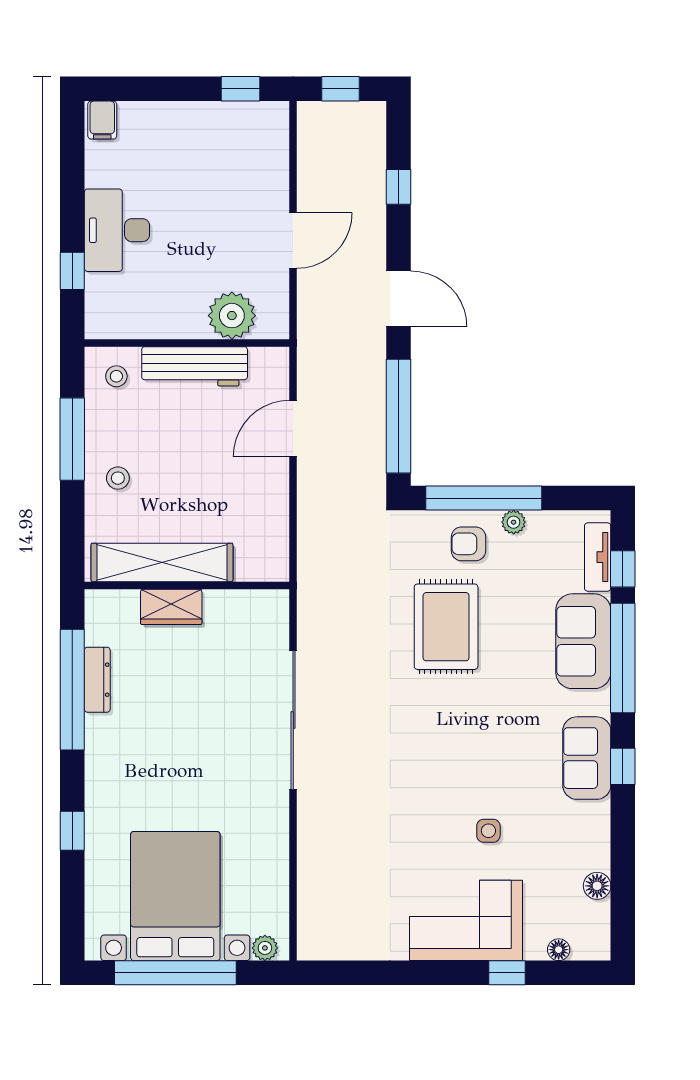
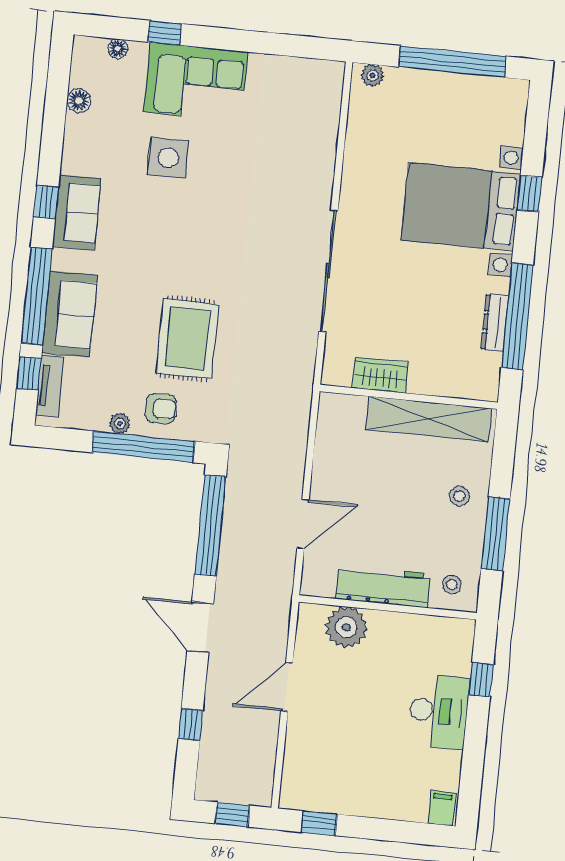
wardrobe: (171, 607) -> (380, 375), moved
side table: (488, 831) -> (168, 158), width x1.87, depth x1.87
bed with nightstands: (175, 896) -> (461, 207), moved, turned 90

